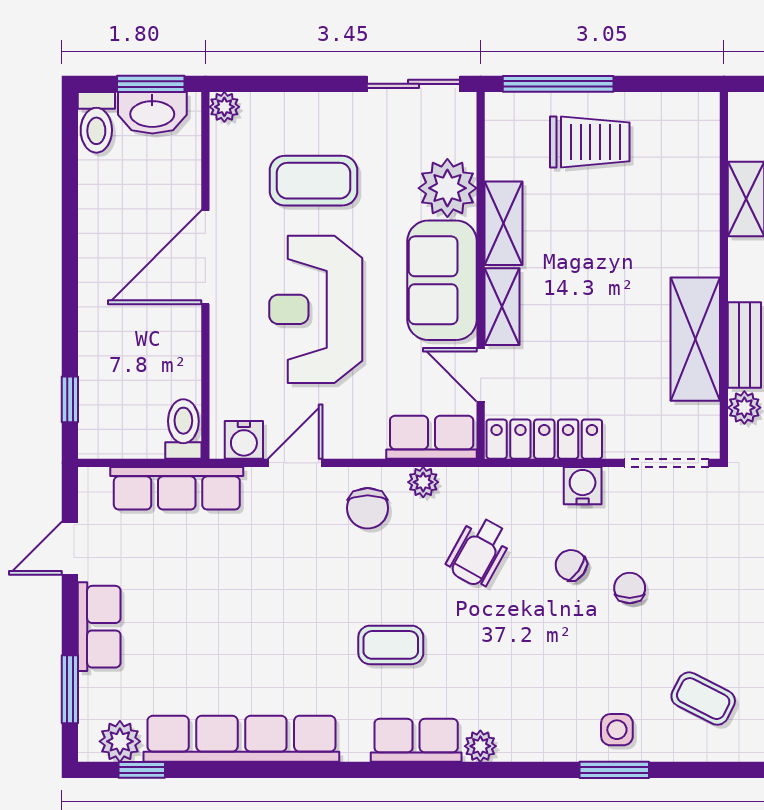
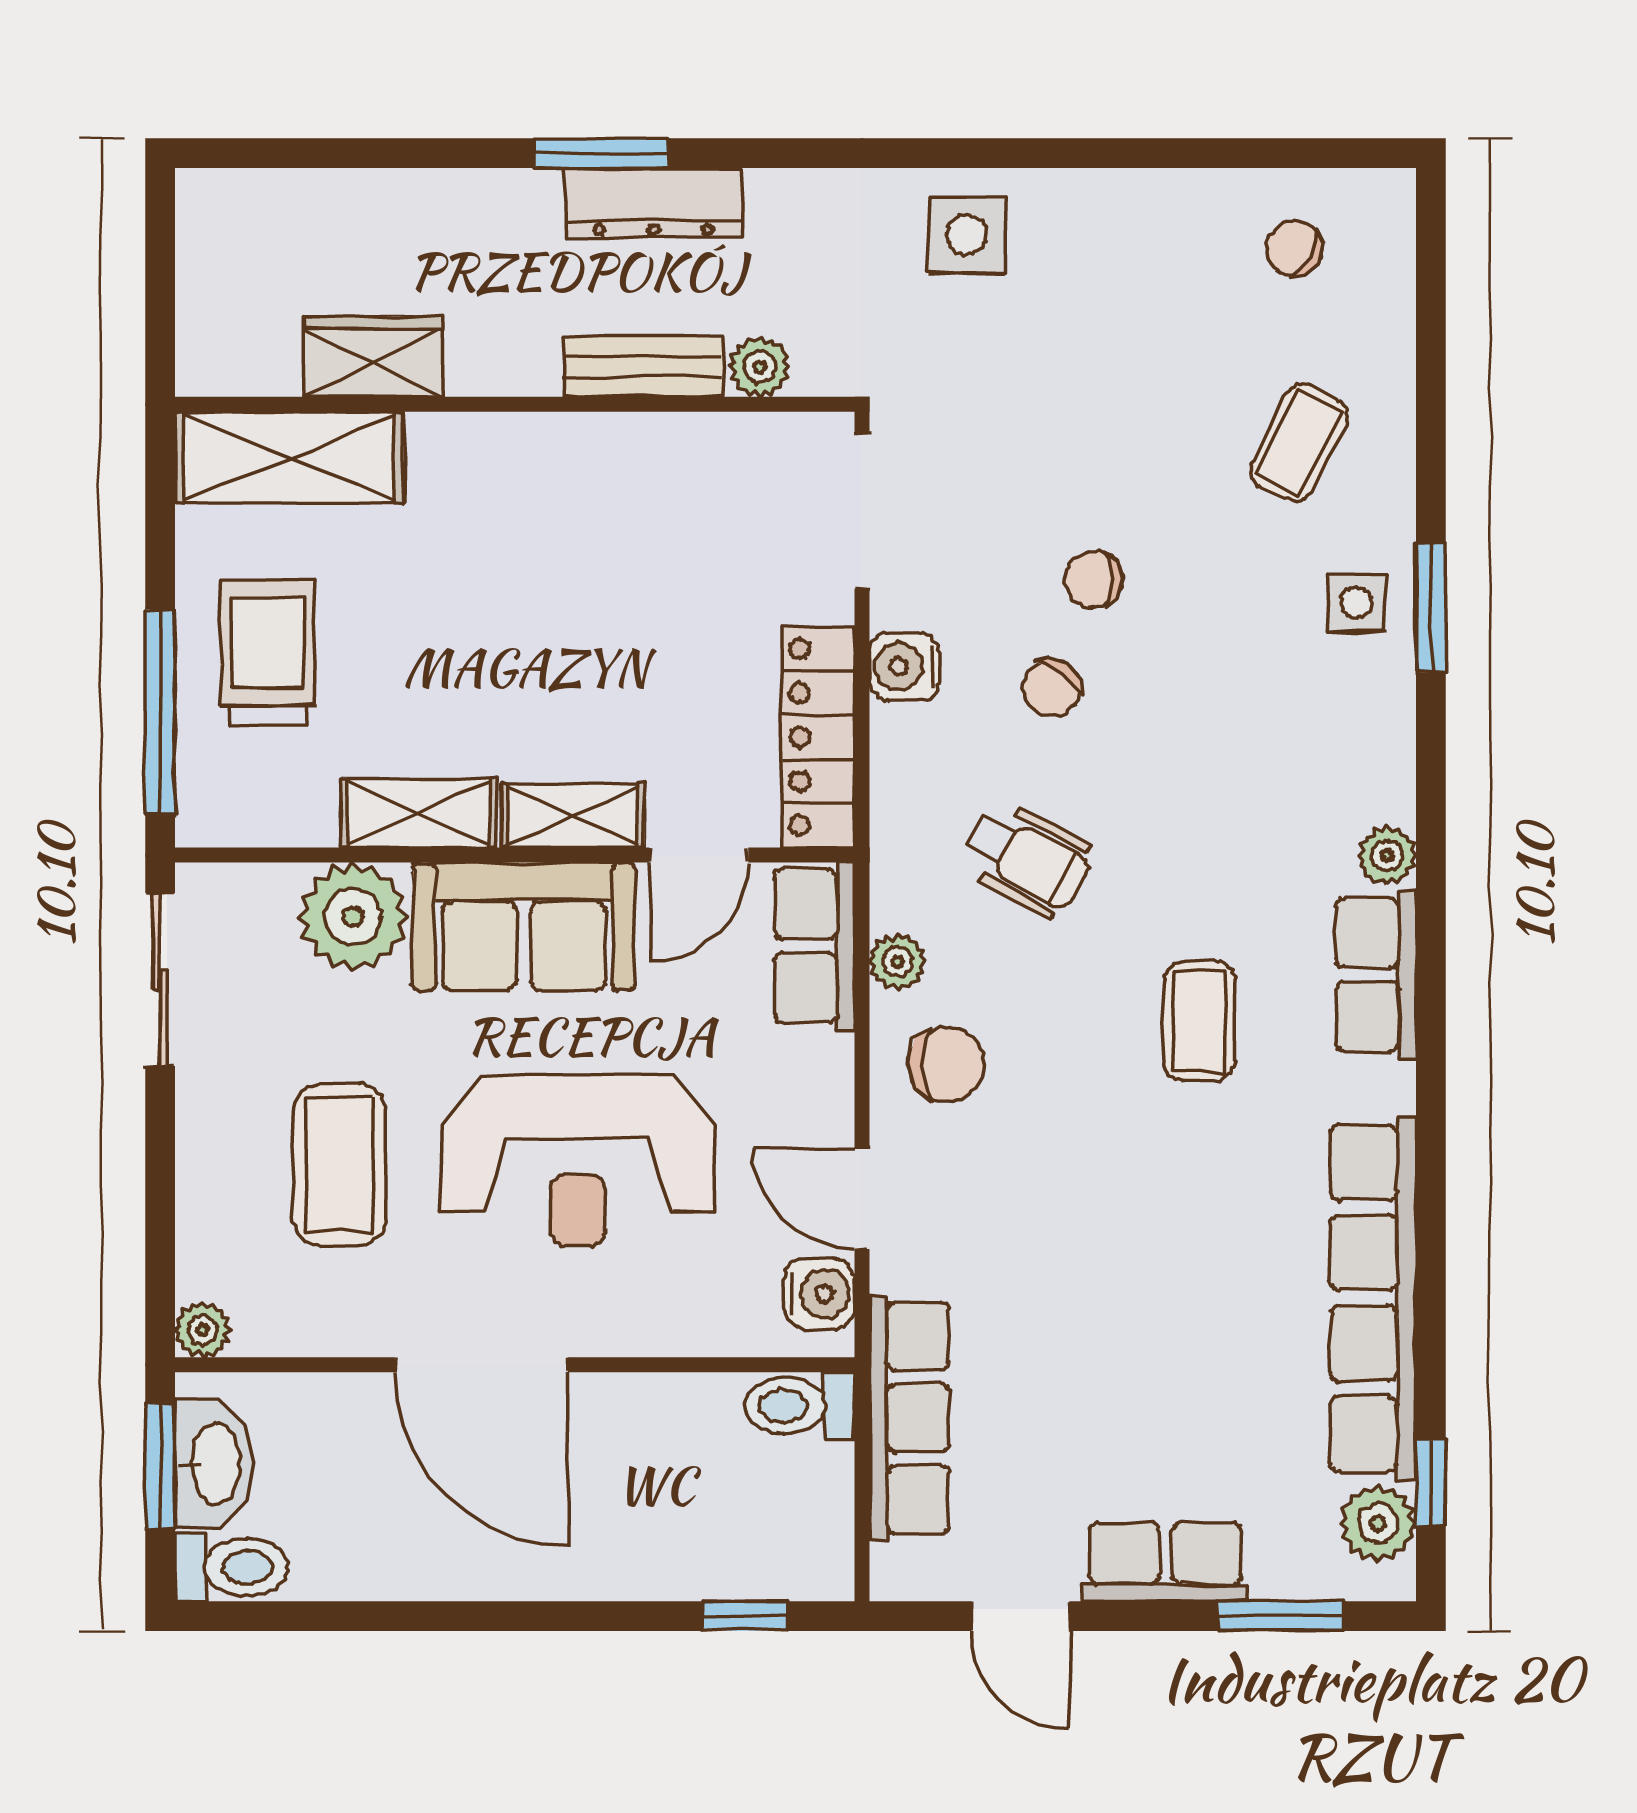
shelving: (695, 339) -> (289, 457), moved

